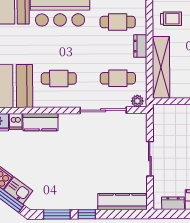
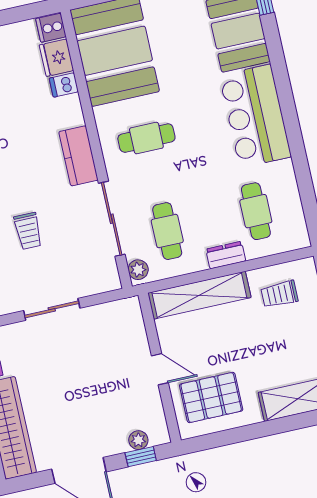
trolley: (171, 19) -> (279, 294), turned 90
cafe table: (59, 78) -> (146, 138), turned 90
kitchen counter: (40, 122) -> (78, 156), moved
trolley: (99, 162) -> (28, 231), added

